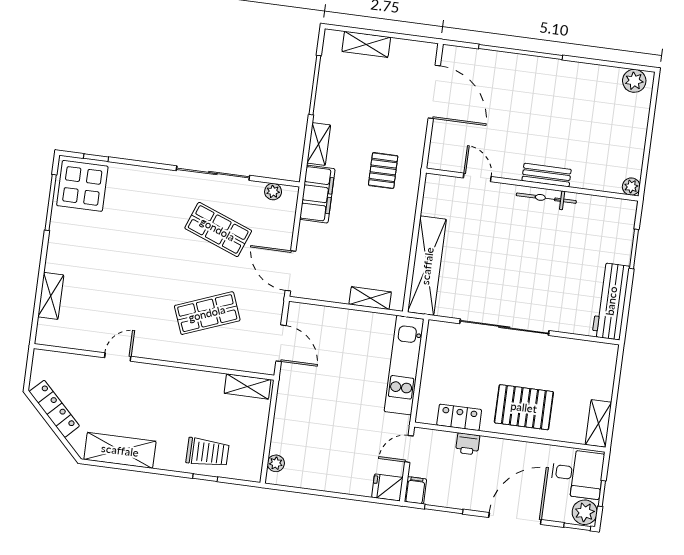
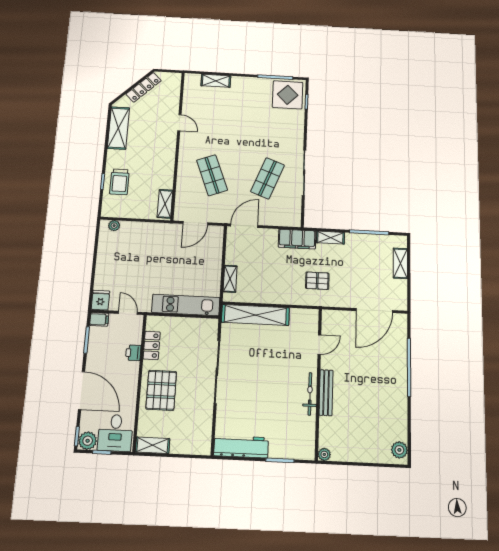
bench: (547, 175) -> (326, 393), width x1.36
plant: (273, 192) -> (296, 211), removed

